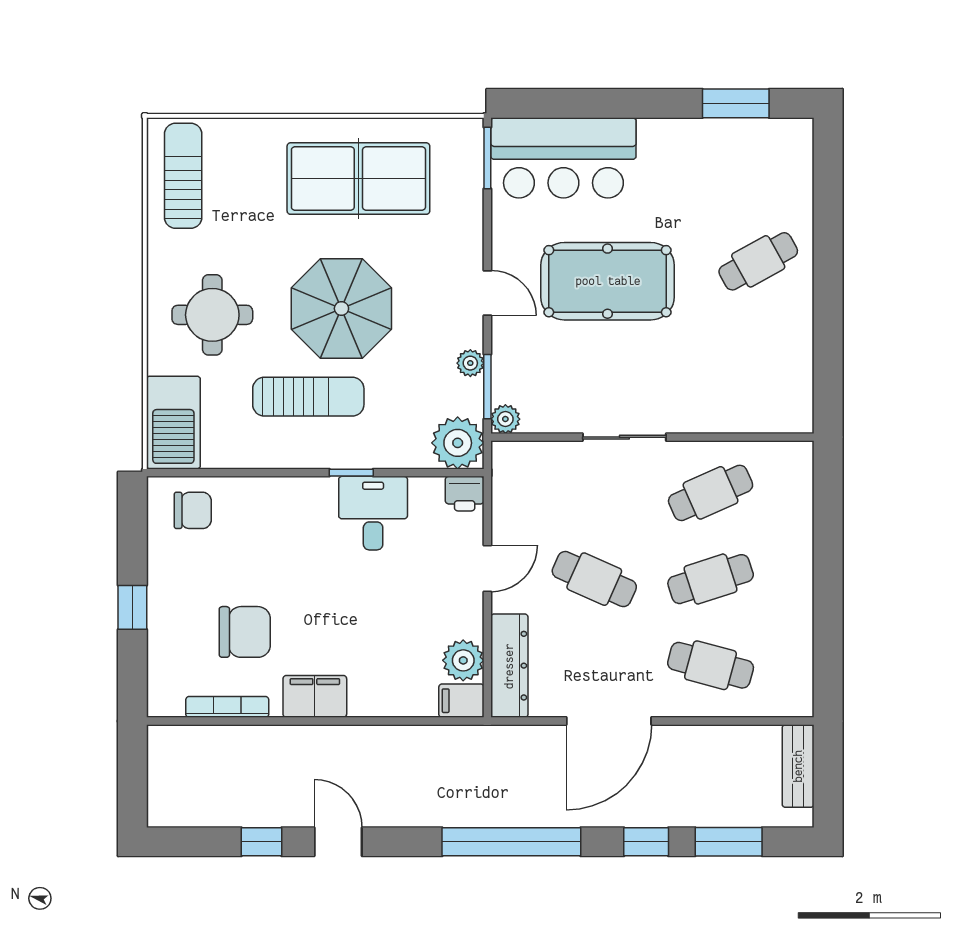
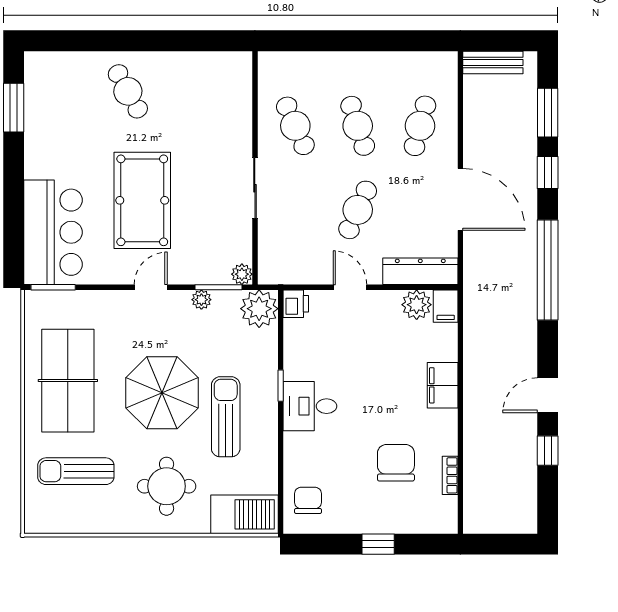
sun lounger: (183, 176) -> (76, 471), moved
desk: (373, 513) -> (310, 406), moved
filing cabinet: (315, 696) -> (443, 385), moved
bookcase: (227, 707) -> (450, 475), width x0.64

